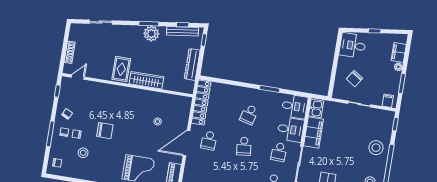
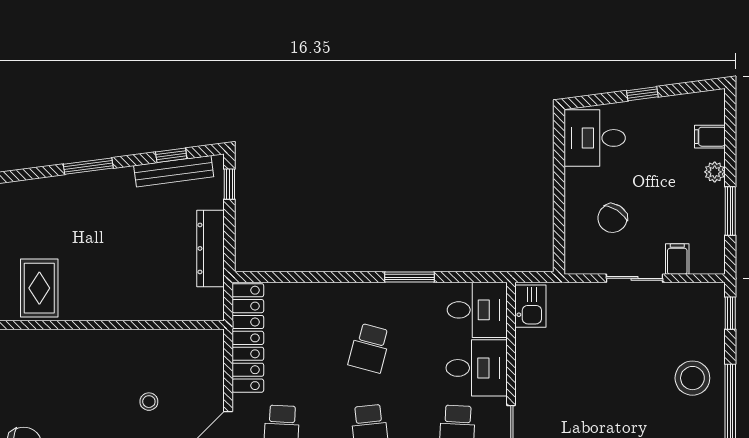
plant: (151, 34) -> (99, 189), removed
filing cabinet: (399, 52) -> (710, 137), width x0.50
wardrobe: (146, 80) -> (105, 305), removed
filing cabinet: (388, 101) -> (677, 259), moved
filing cabinet: (313, 133) -> (534, 366), removed

